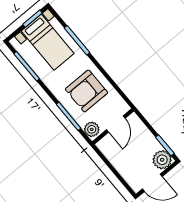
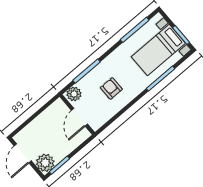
armchair: (87, 91) -> (111, 88), width x0.53, depth x0.53
door: (116, 124) -> (79, 117), hinge flipped

